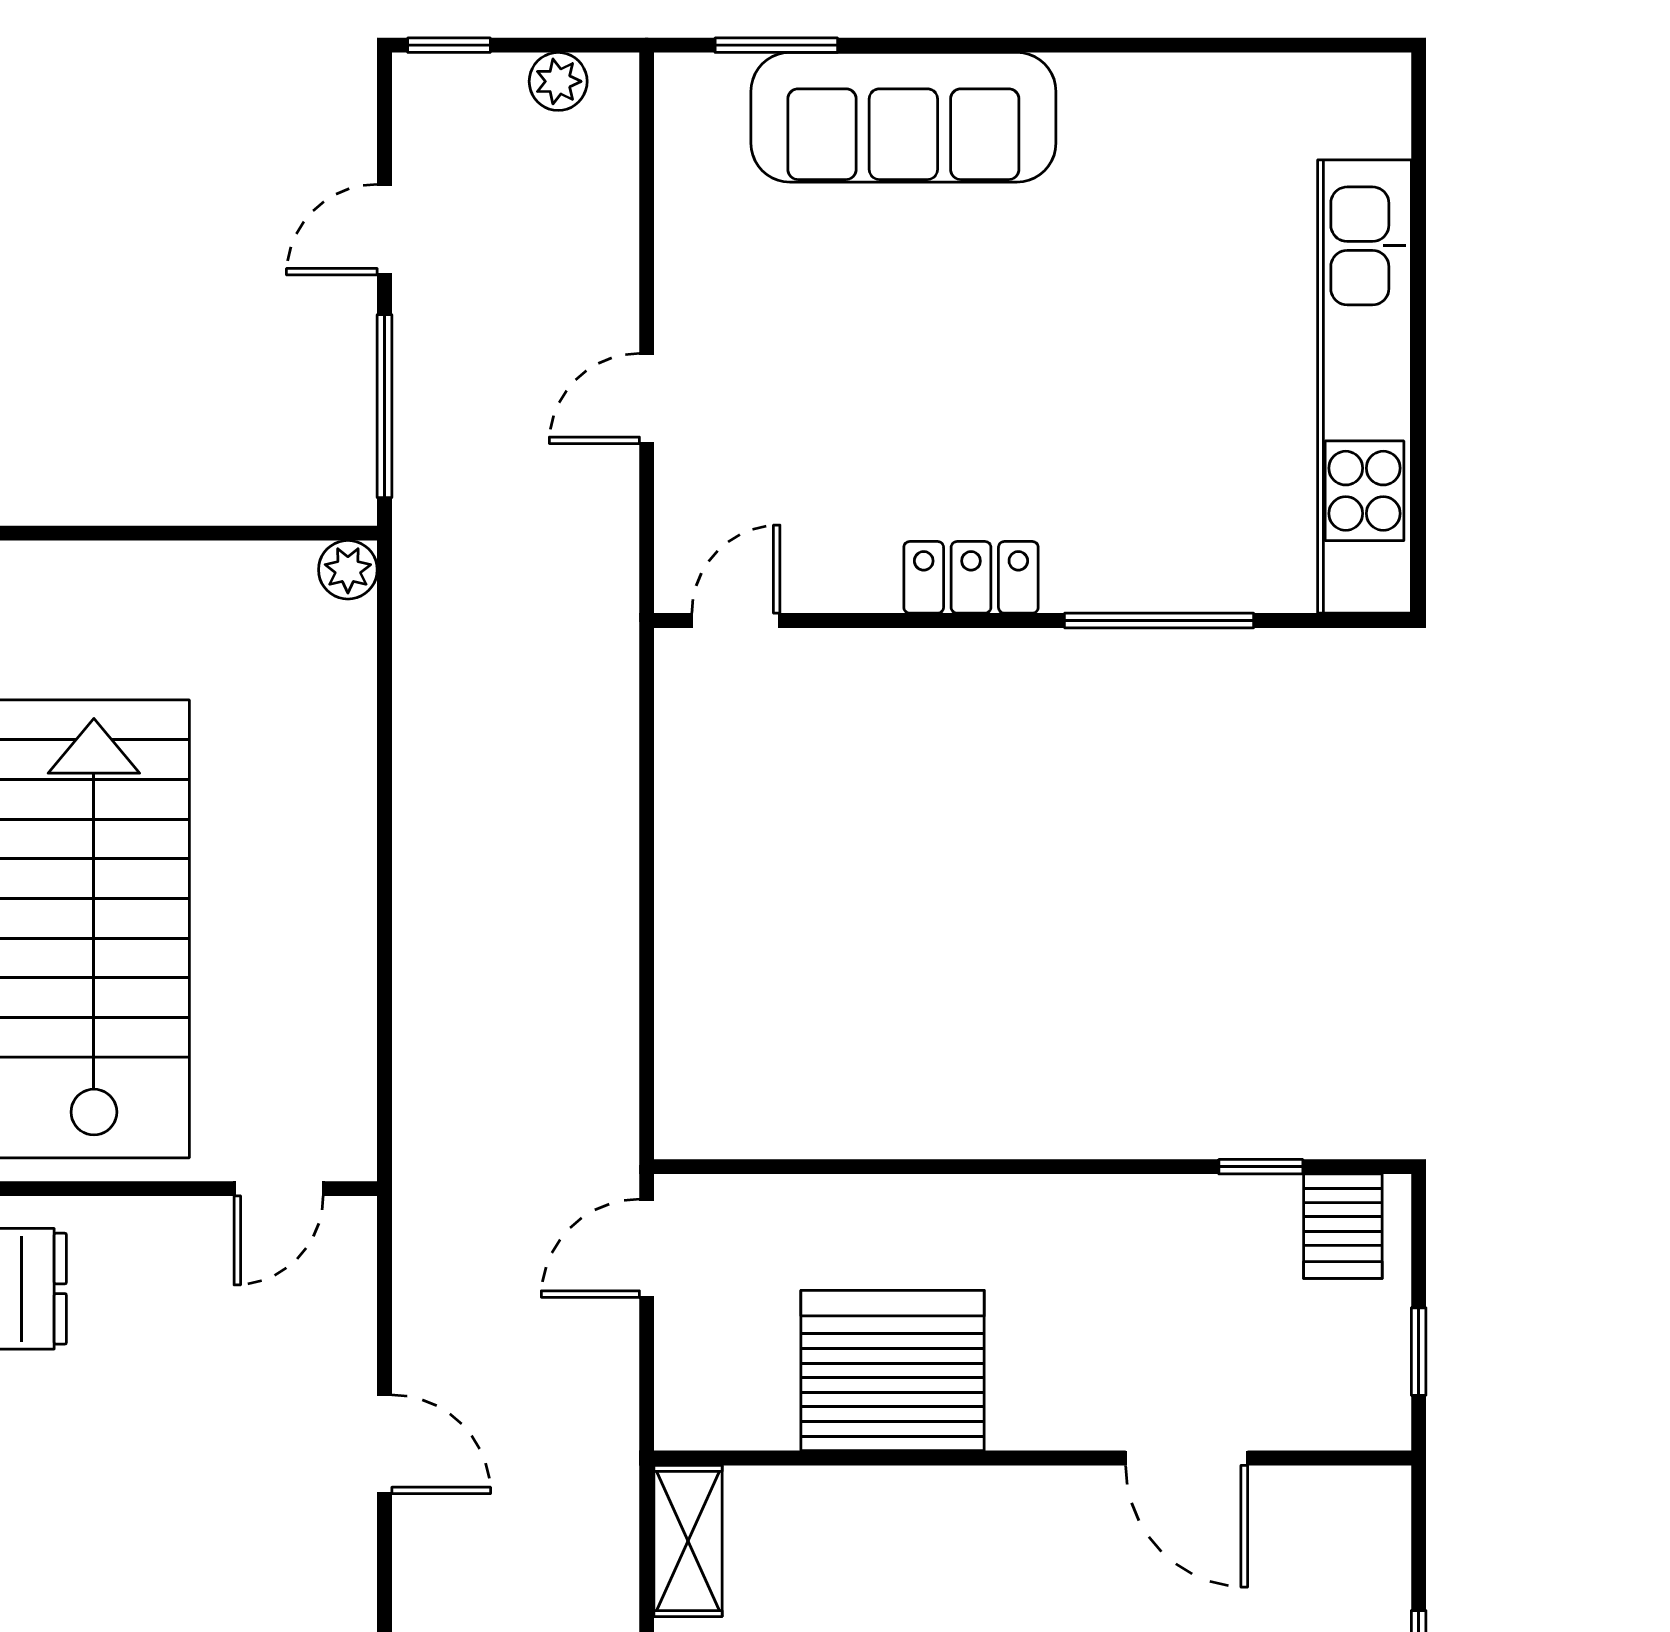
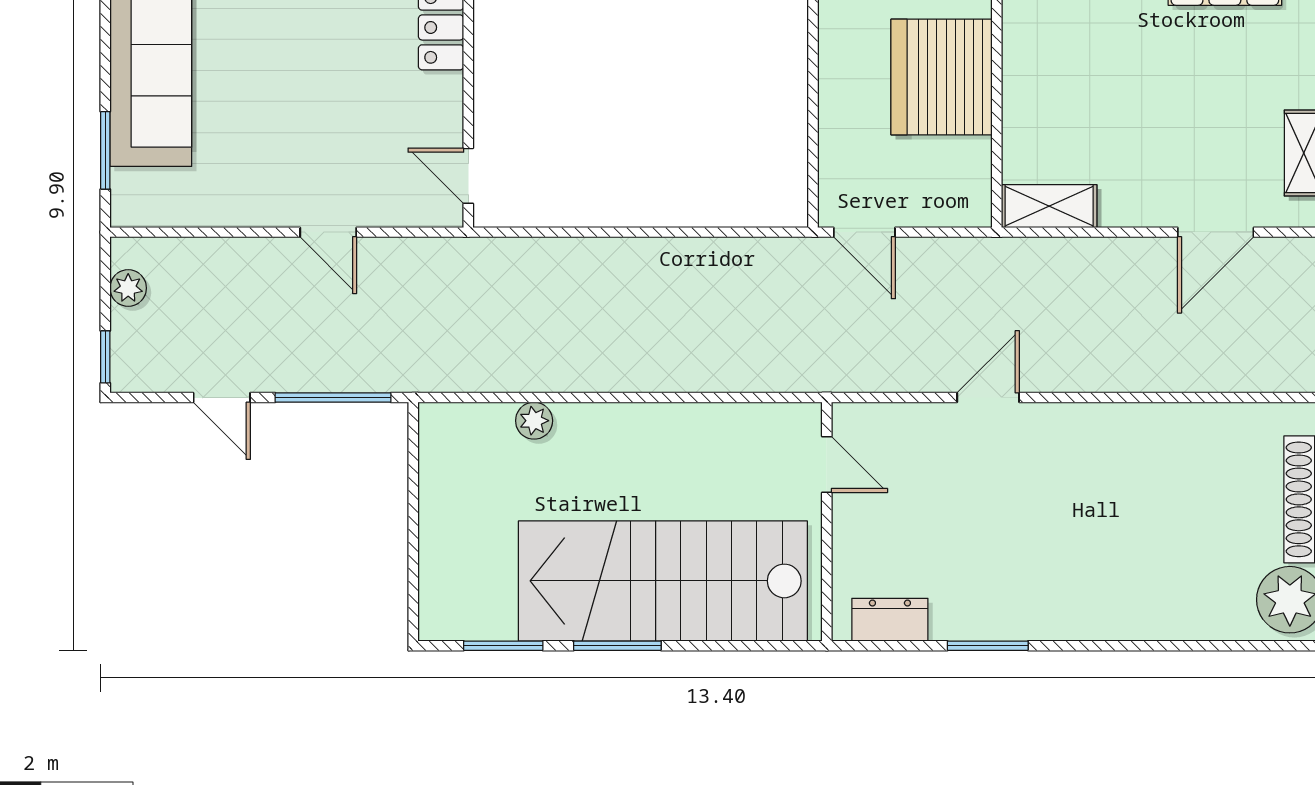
plant: (348, 570) -> (534, 421), moved

